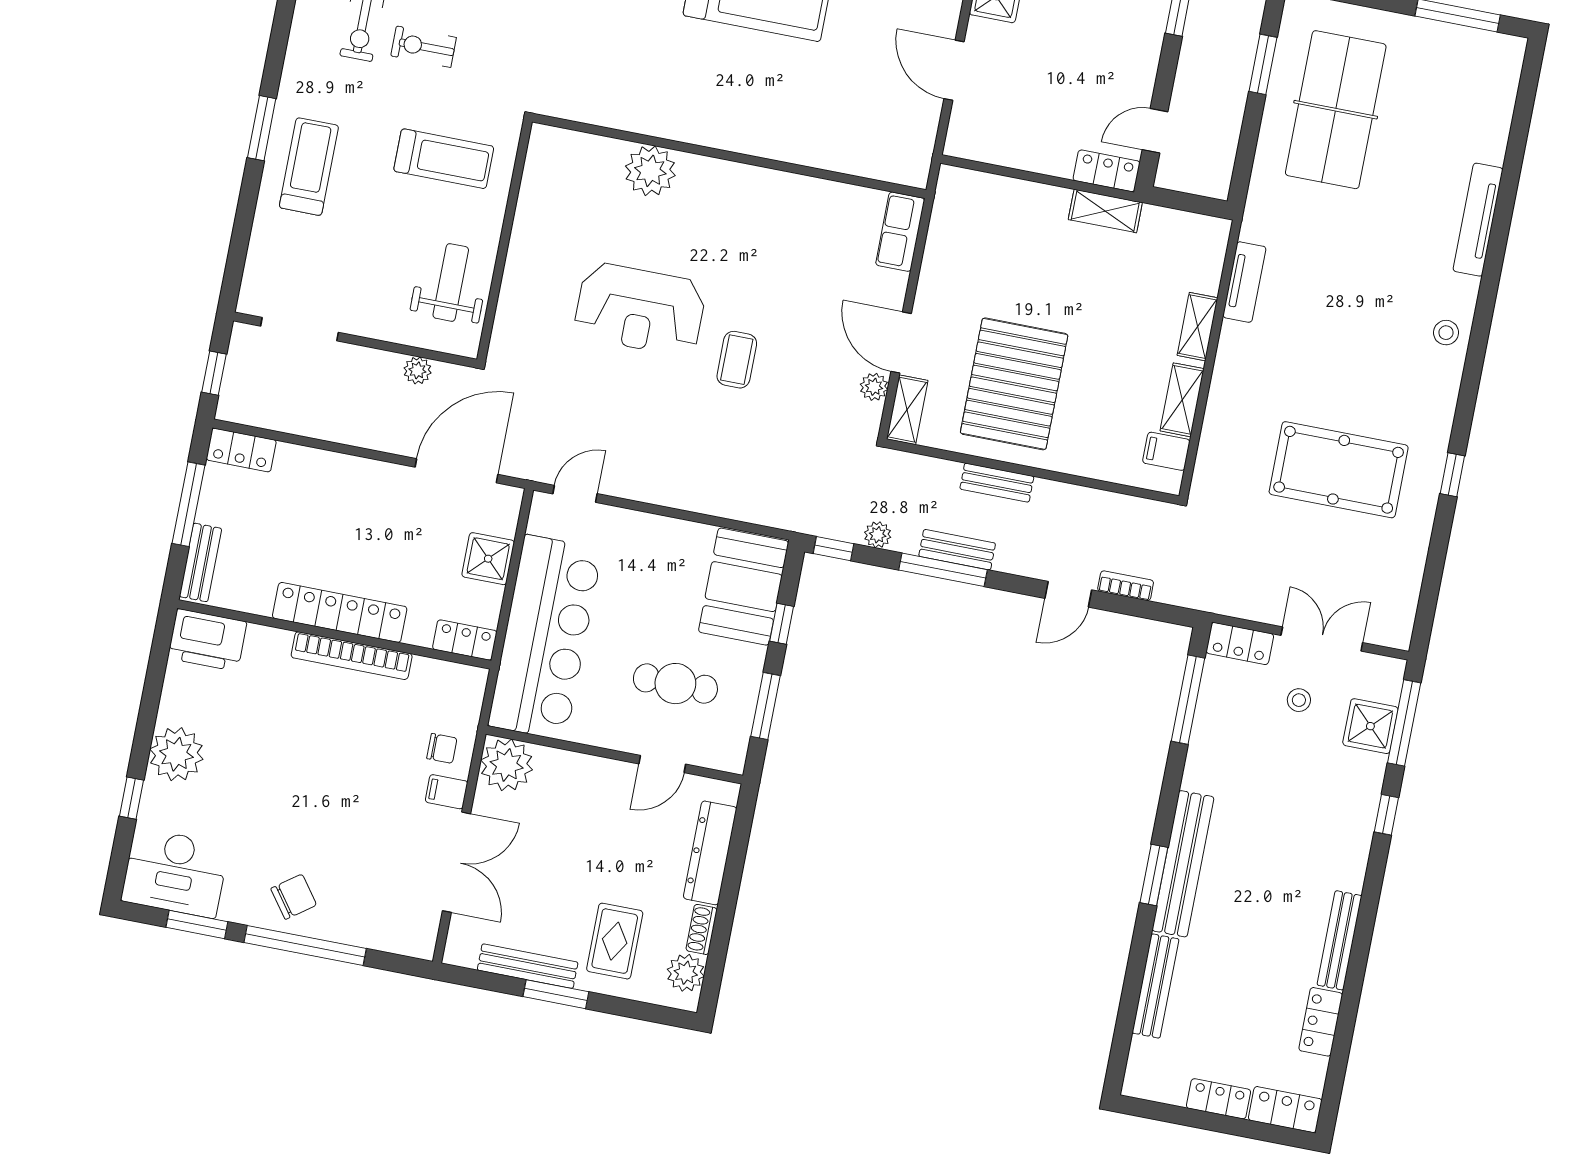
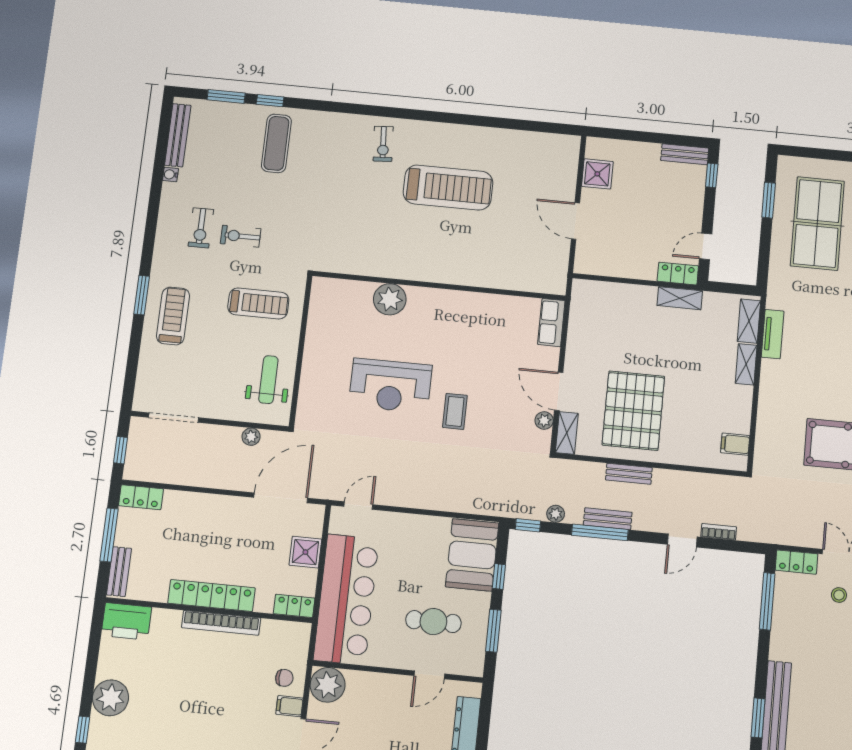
shelving: (1182, 400) -> (749, 321), moved

